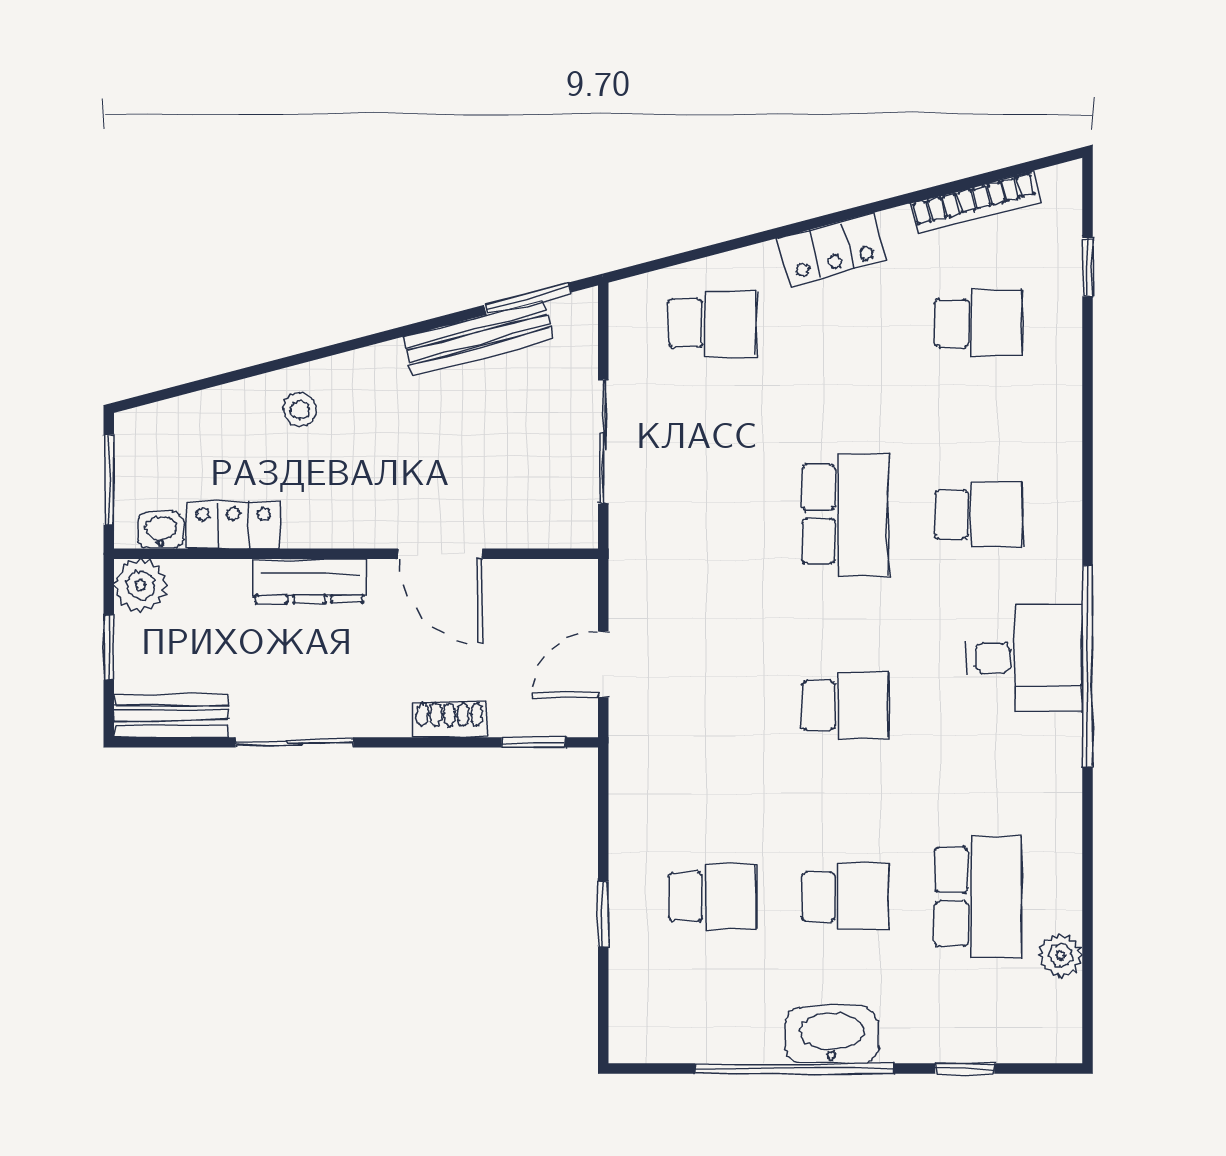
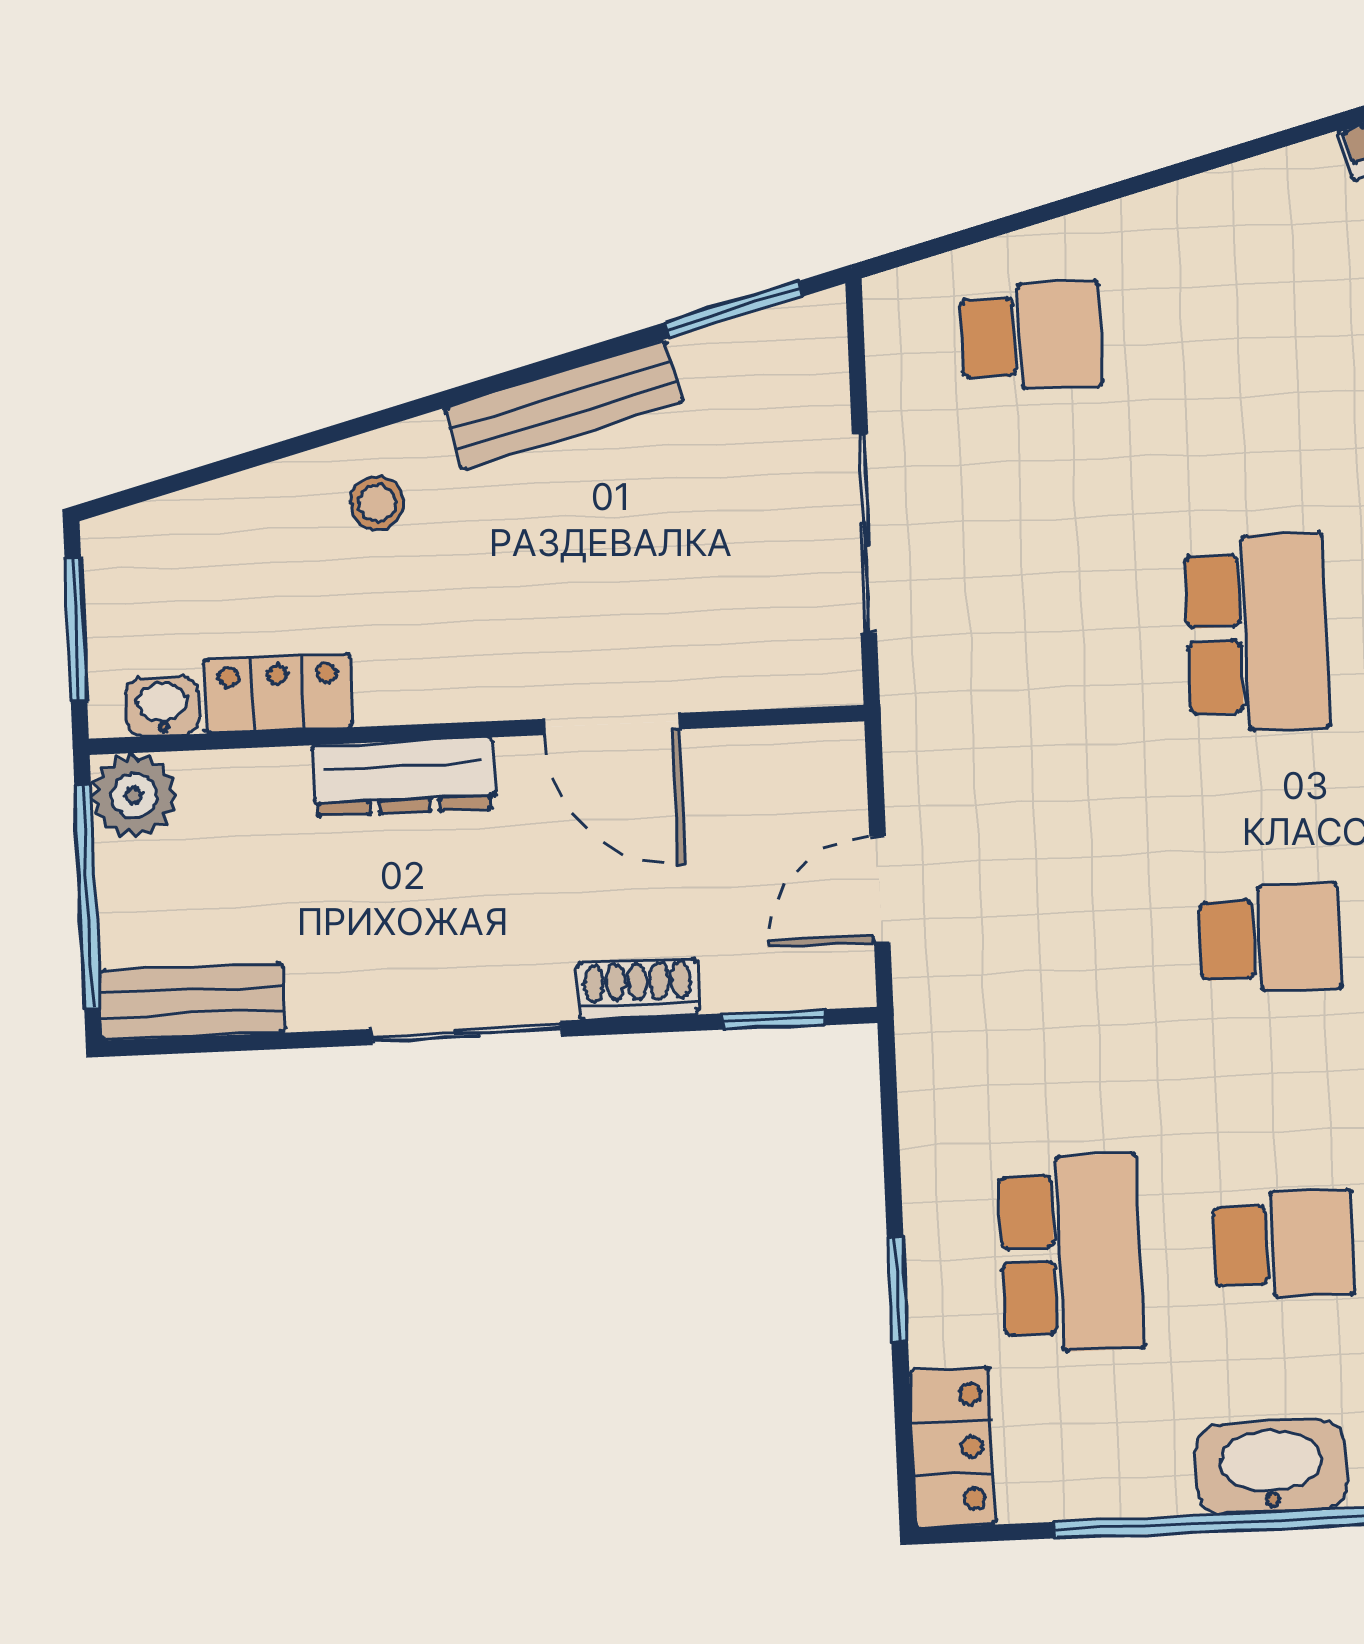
locker: (832, 250) -> (952, 1447), moved, turned -75
bench: (478, 338) -> (564, 405), moved
window: (109, 648) -> (88, 897), width x2.17
sliding door: (294, 742) -> (467, 1033), moved
school desk: (712, 897) -> (1071, 1254), width x1.85

